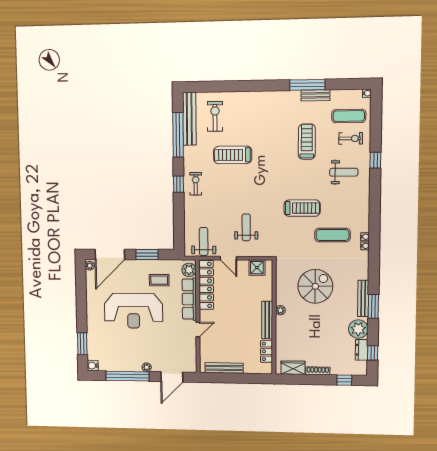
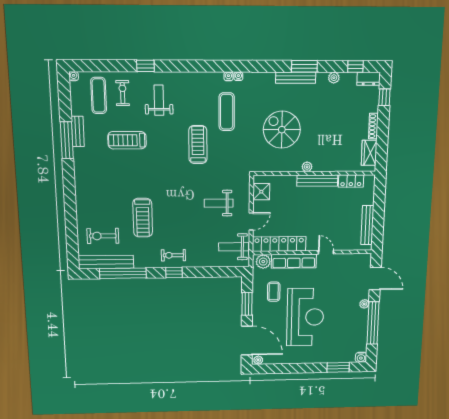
plant: (358, 329) -> (334, 78), width x0.53, depth x0.53
dresser: (362, 350) -> (369, 79), moved

